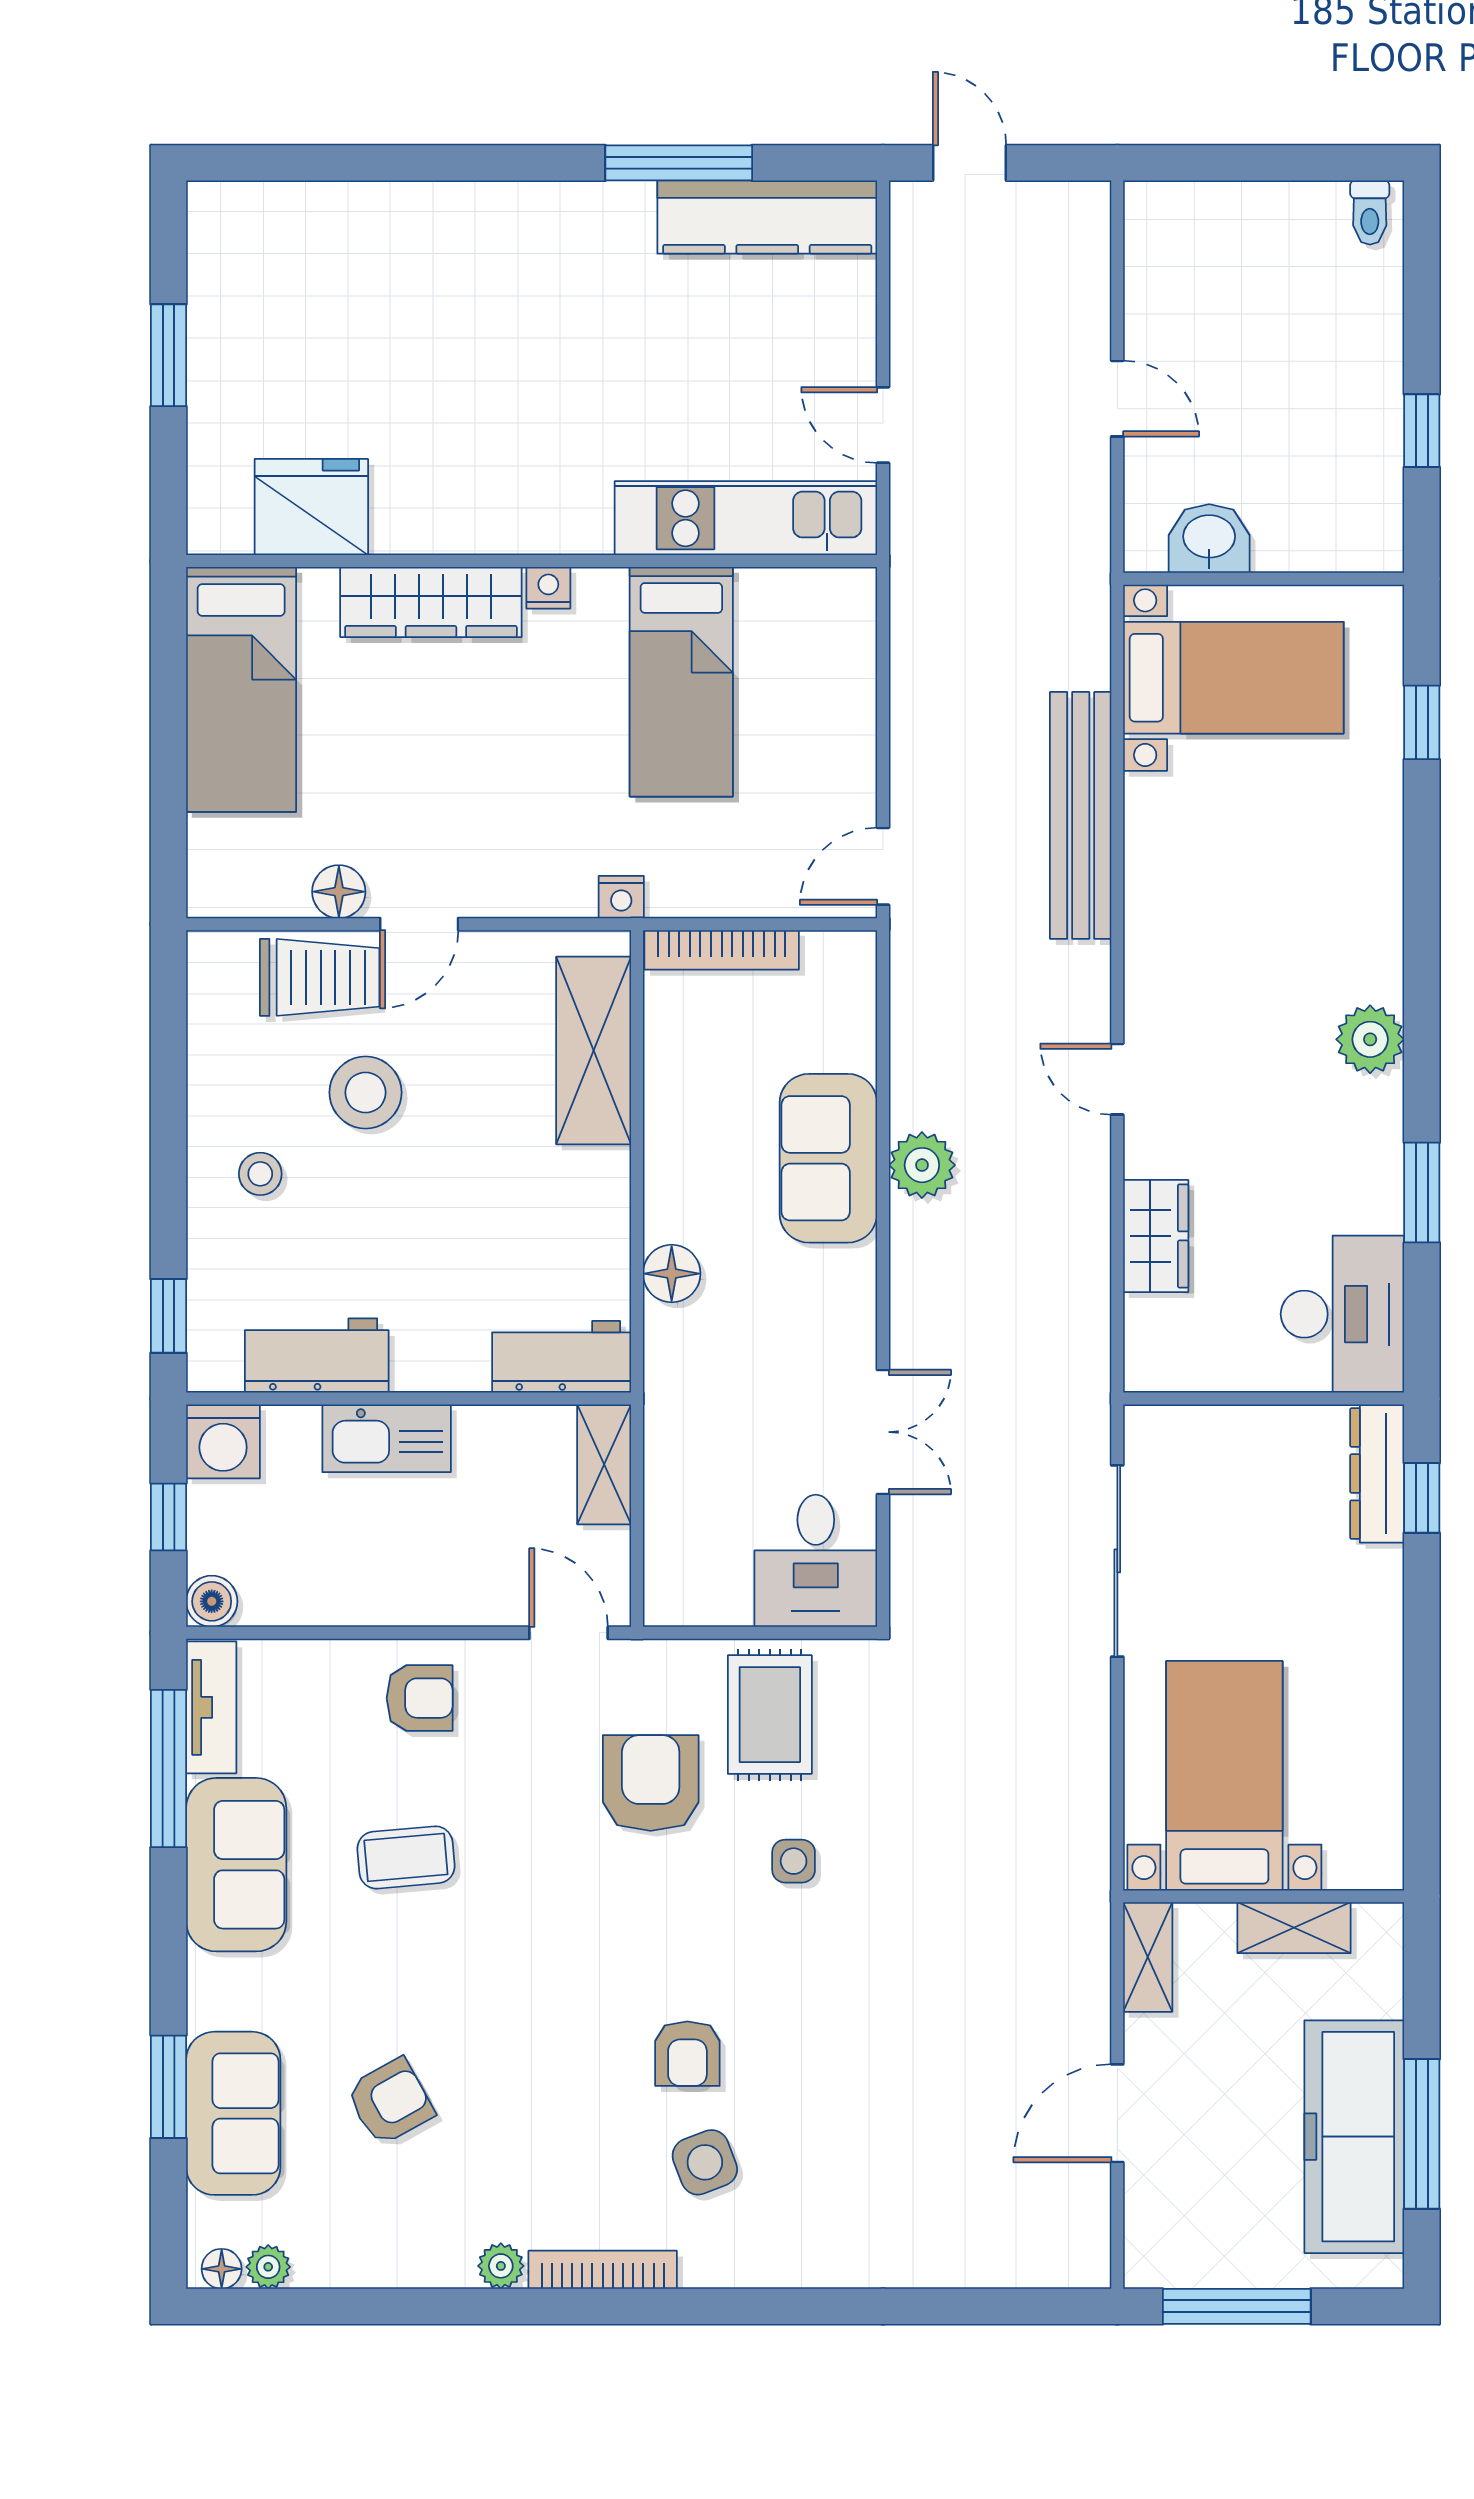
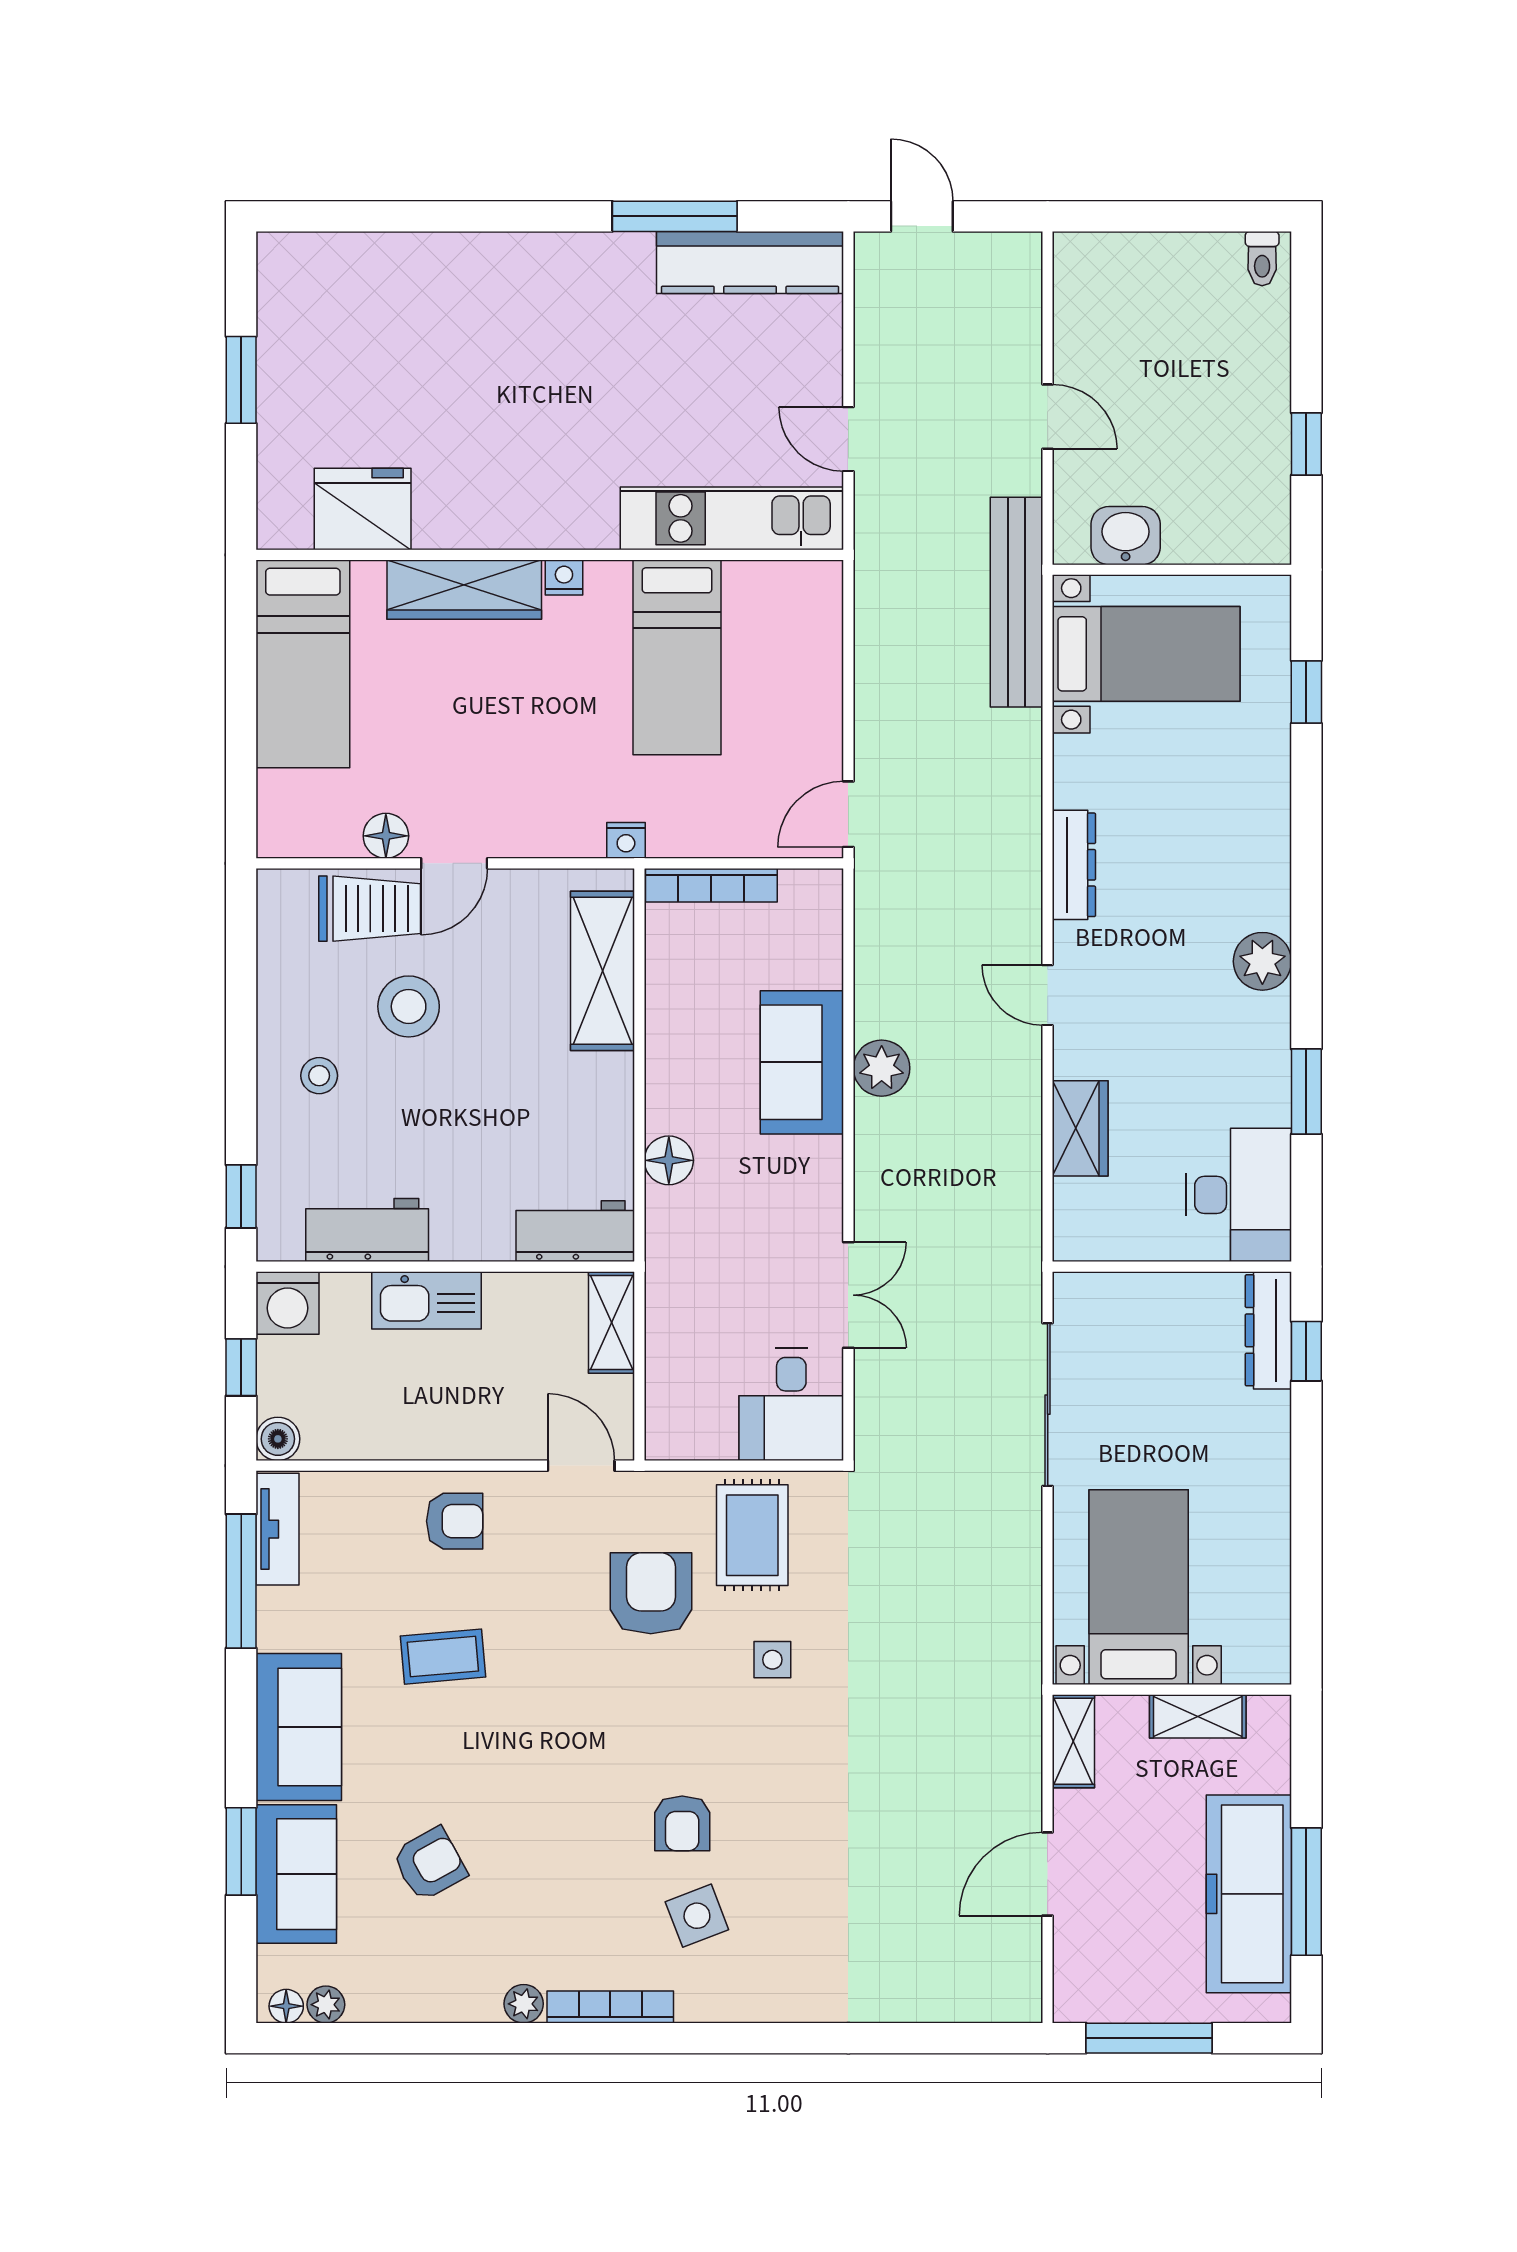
bench: (1081, 815) -> (1016, 602), moved
dresser: (1148, 926) -> (1074, 865), added
sofa: (236, 1865) -> (299, 1727), moved

